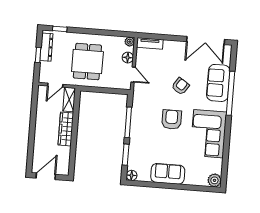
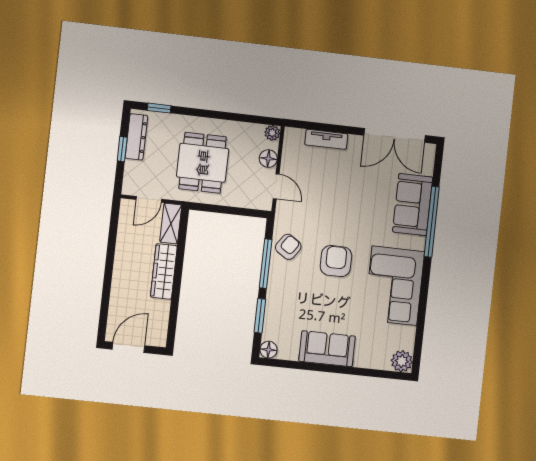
tv unit: (150, 43) -> (326, 139), moved
armchair: (180, 86) -> (288, 247), moved

